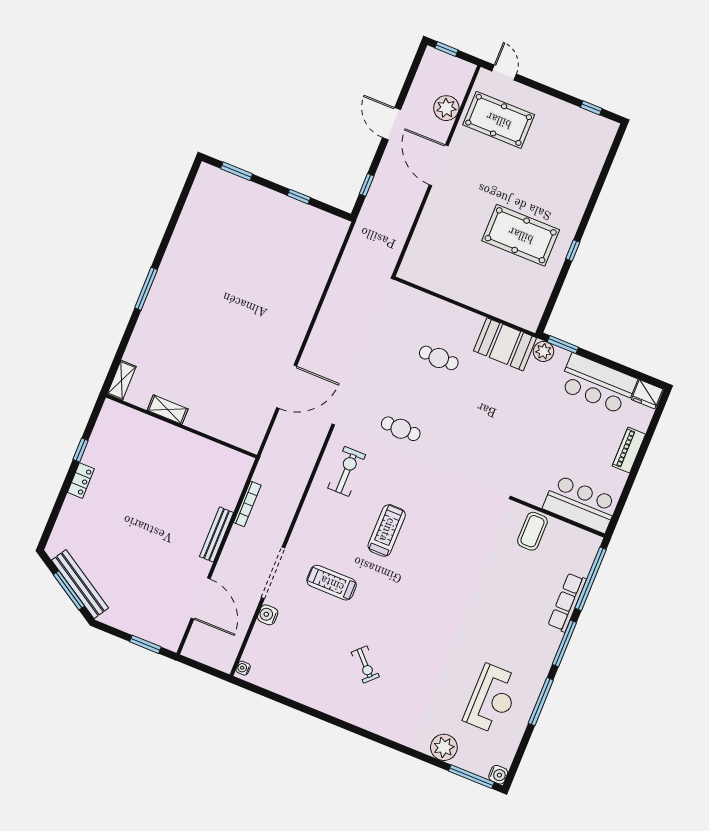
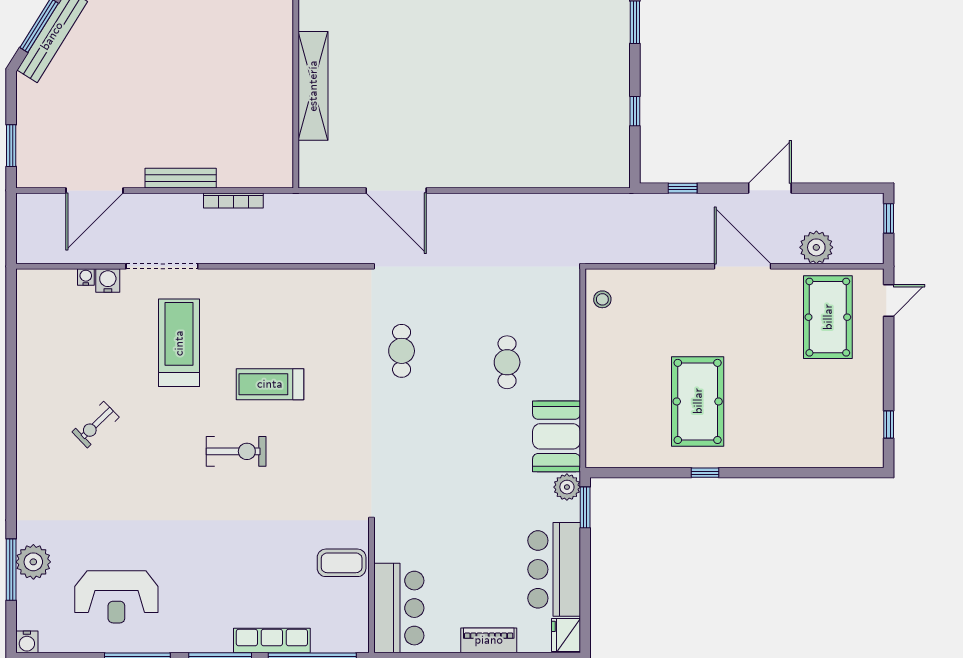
door: (439, 165) -> (742, 266), hinge flipped
stool: (422, 273) -> (602, 299), added
shelving: (168, 410) -> (313, 86), width x2.20, depth x1.33
exercise bike: (347, 471) -> (236, 451), moved
treadmill: (387, 530) -> (270, 384), turned 180
treadmill: (332, 583) -> (179, 343), width x1.37, depth x1.38
water cooler: (243, 668) -> (86, 277), moved
window: (471, 777) -> (11, 570), moved

